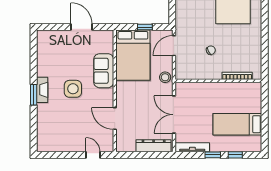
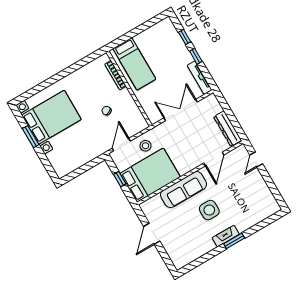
door: (174, 46) -> (121, 145), swing flipped
sofa: (104, 71) -> (184, 190), width x1.36
stool: (165, 77) -> (146, 146), moved
double door: (174, 115) -> (181, 110), swing flipped
bed: (237, 124) -> (134, 64), moved
dresser: (154, 146) -> (228, 129), moved

